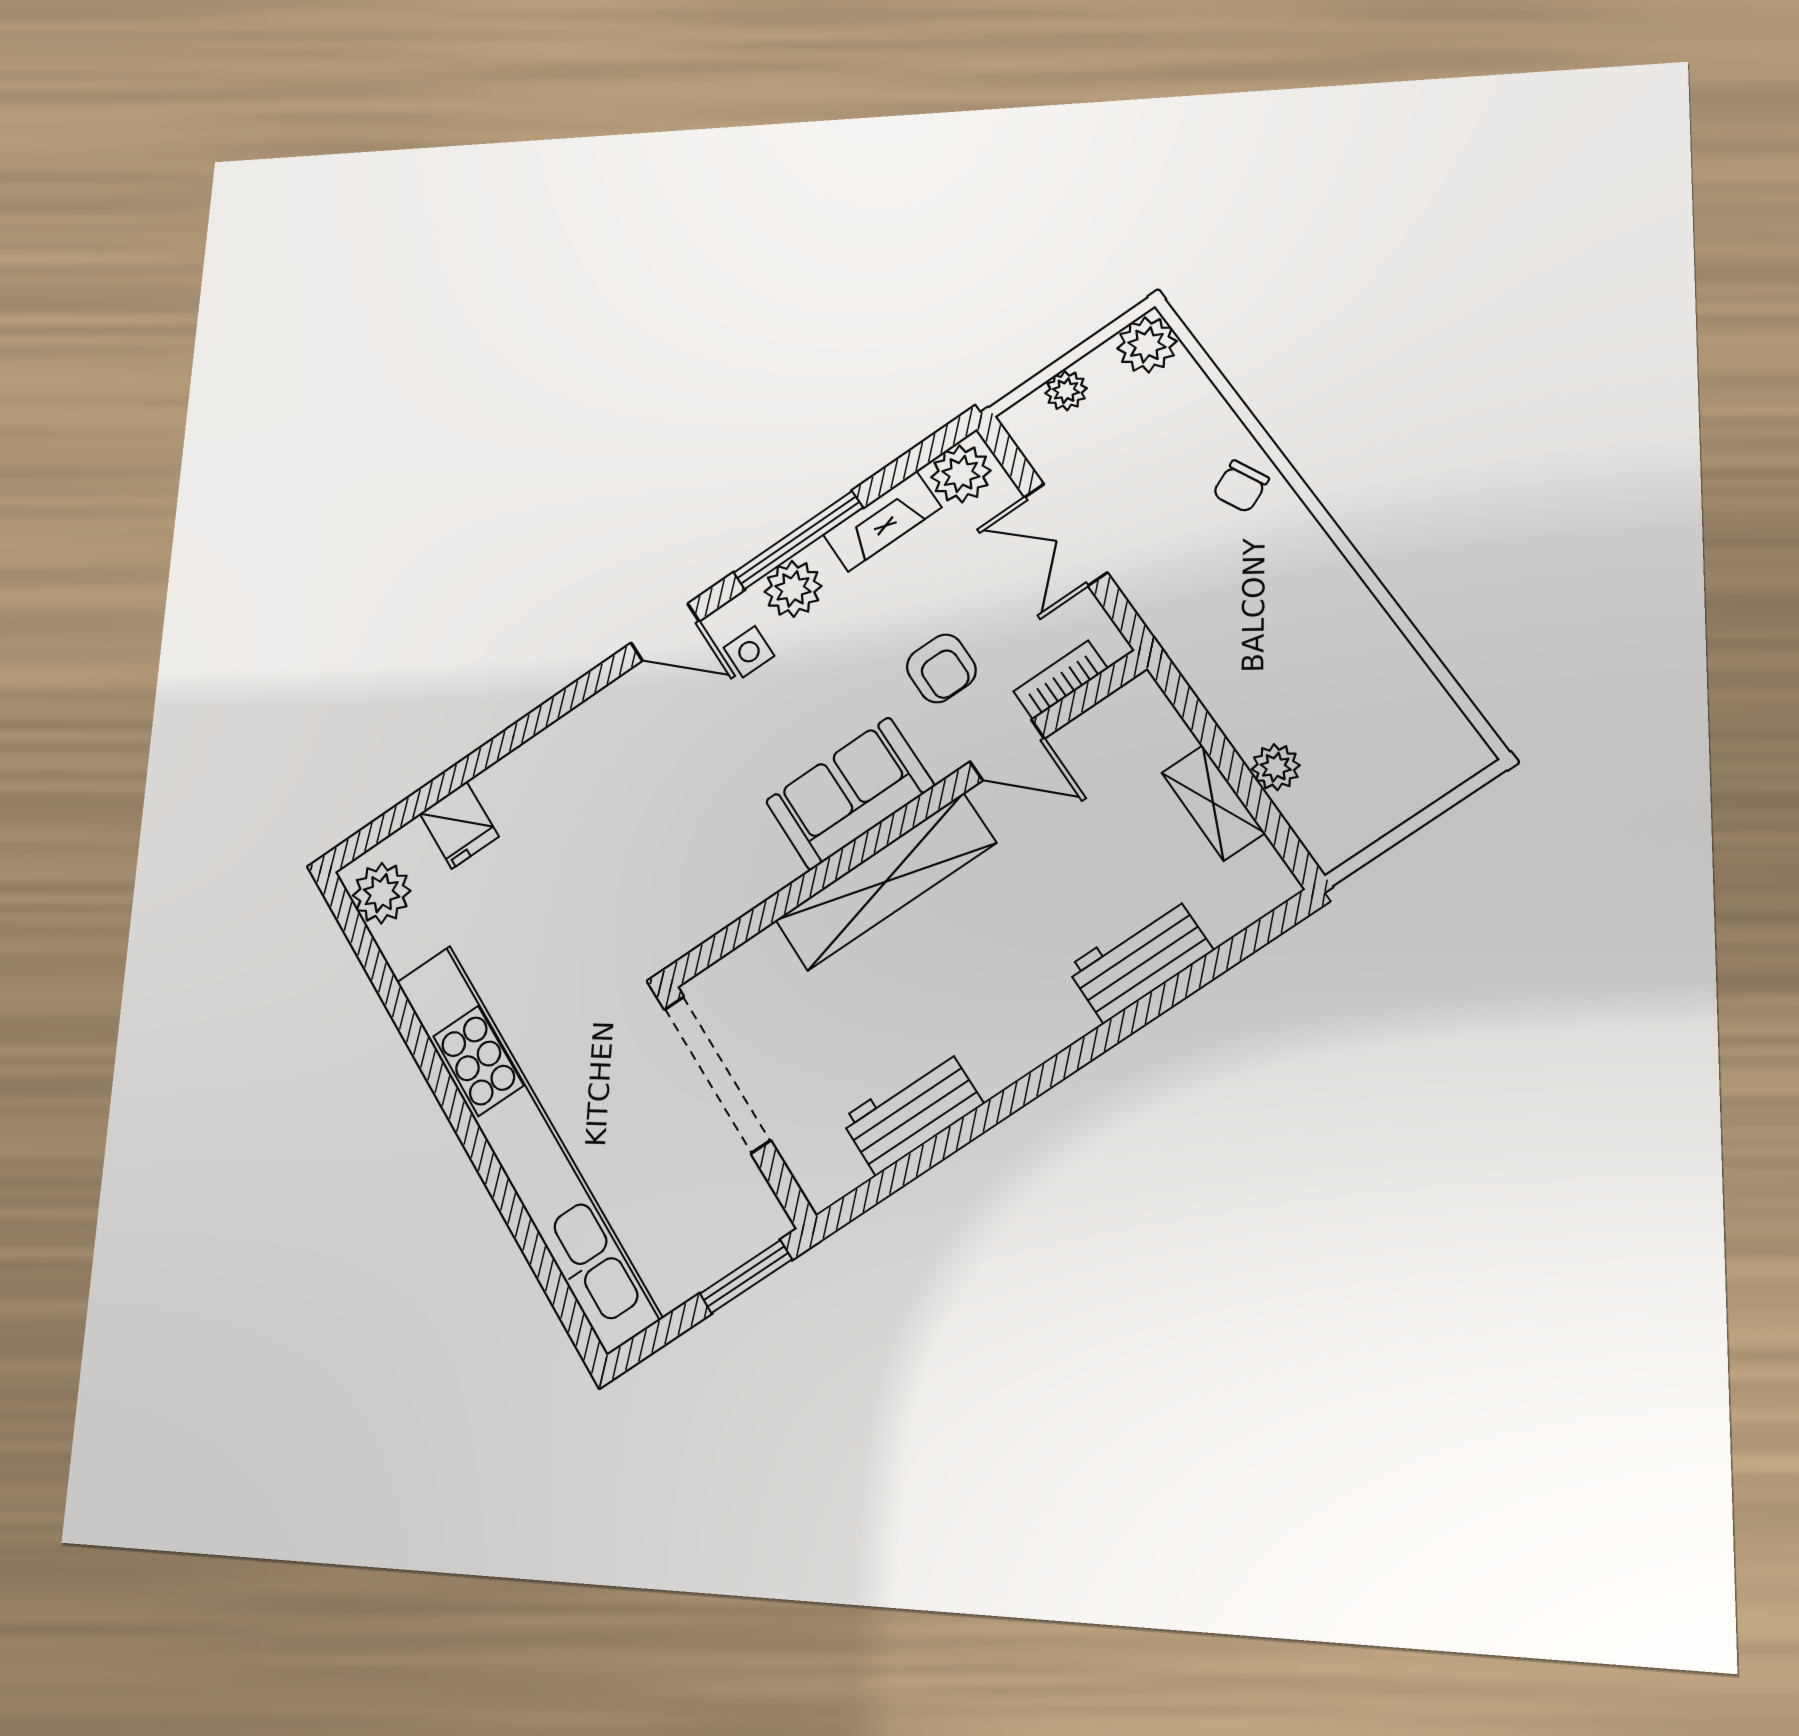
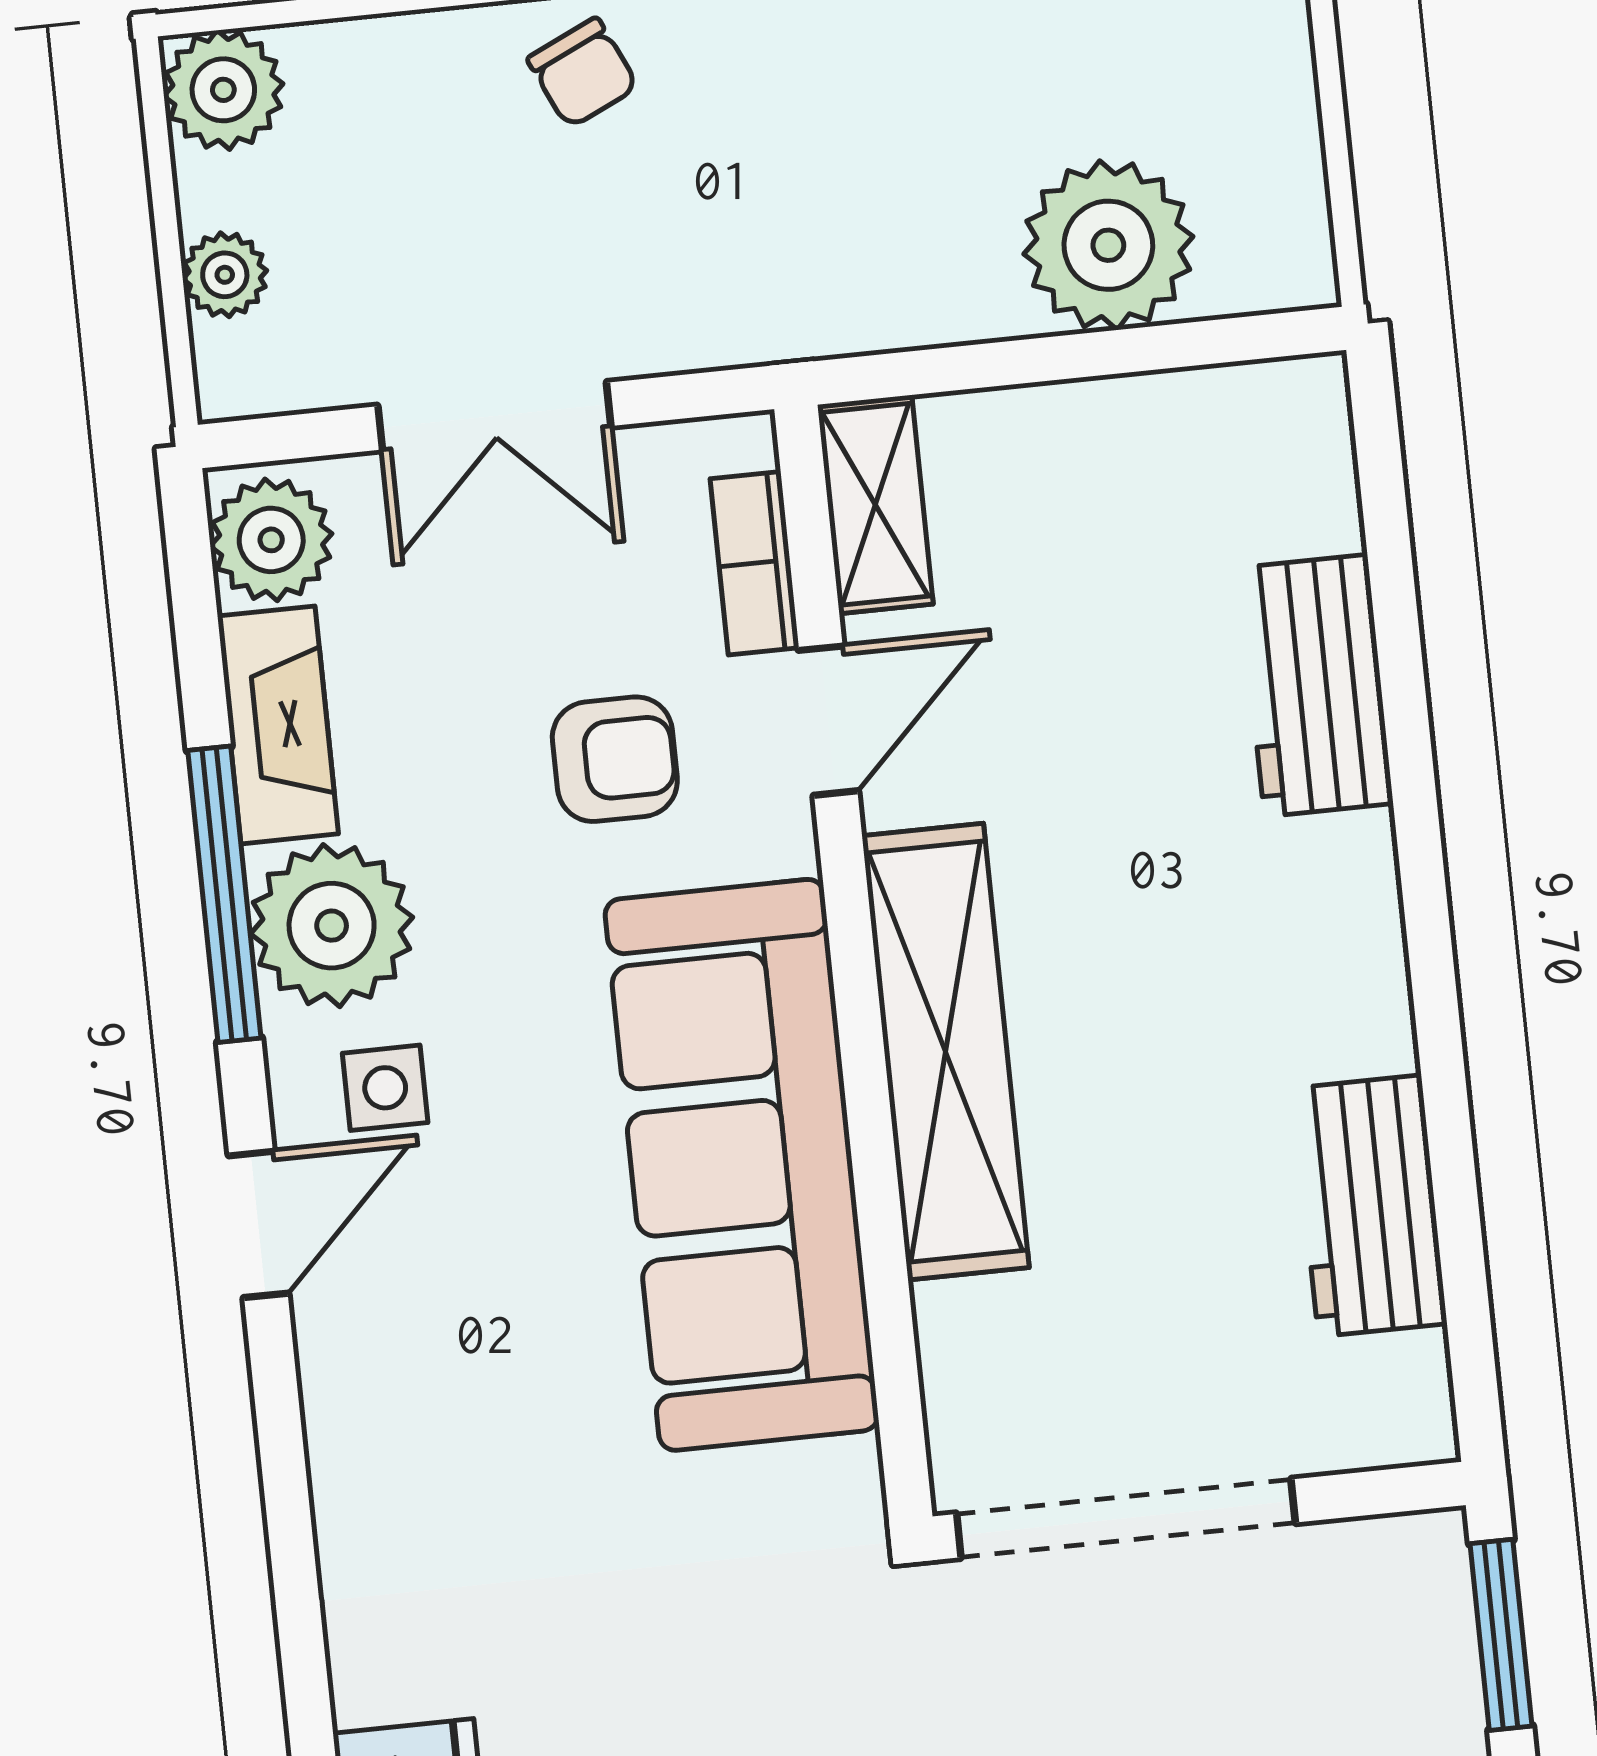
plant: (793, 589) -> (332, 926), width x1.36, depth x1.36
plant: (1276, 767) -> (1108, 245), width x1.87, depth x1.87
sofa: (850, 794) -> (742, 1165), width x1.85, depth x1.27
shelving: (1213, 803) -> (875, 504), moved, turned 90

